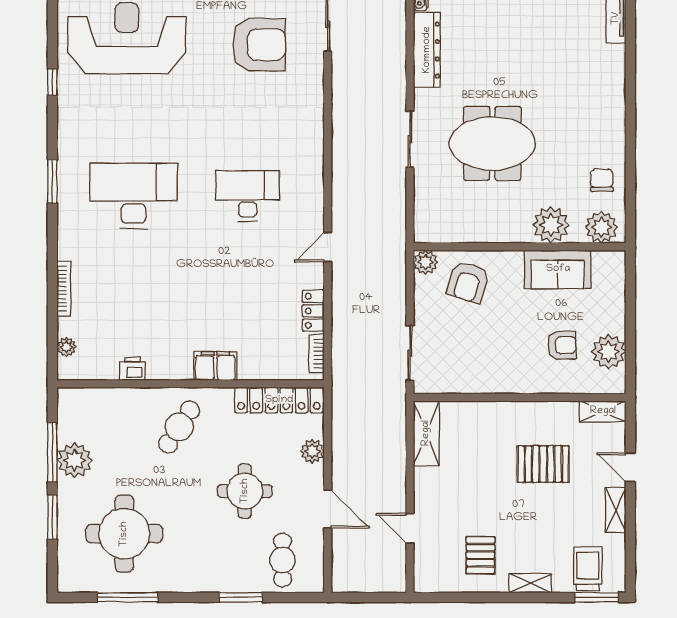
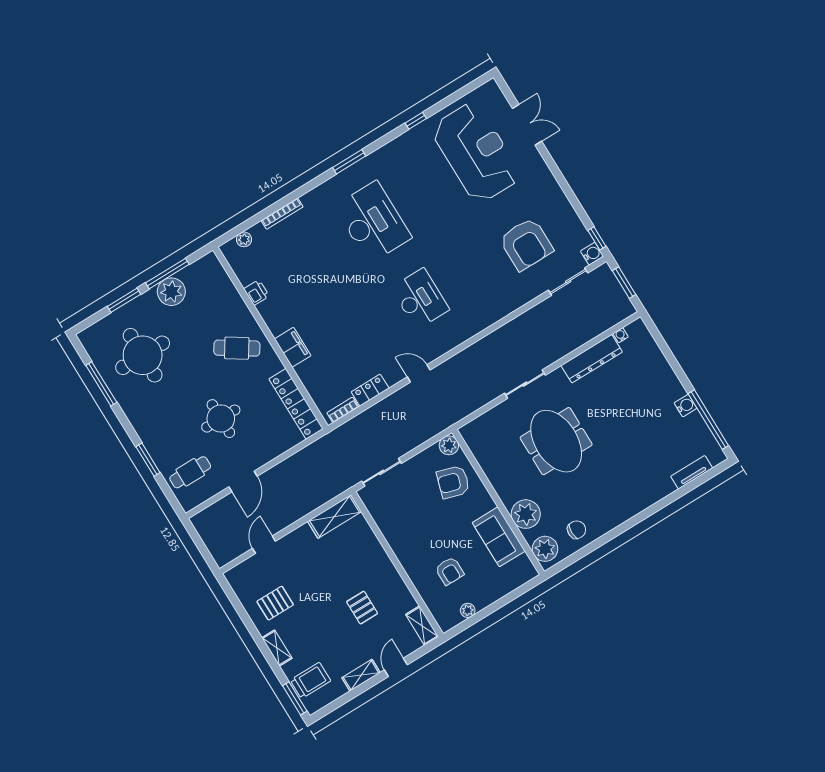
plant: (609, 352) -> (468, 610), width x0.53, depth x0.53
plant: (312, 451) -> (275, 447), removed
pallet: (543, 464) -> (362, 608), width x0.67, depth x0.71

